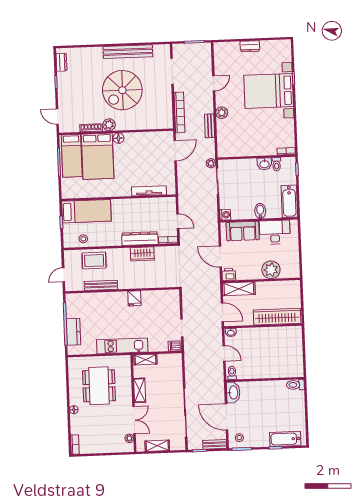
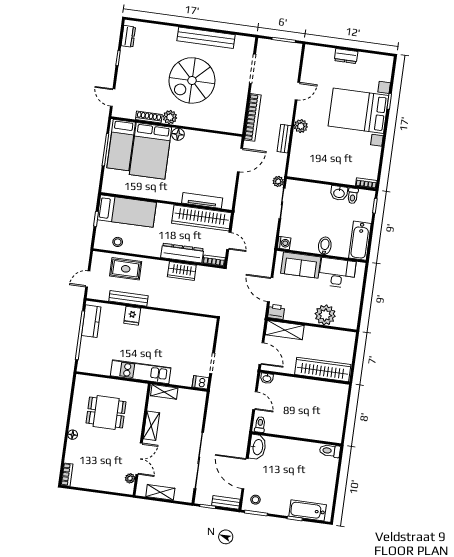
wardrobe: (151, 206) -> (202, 218), added
fridge: (134, 298) -> (132, 316), moved
kitchen counter: (73, 332) -> (91, 321), moved
dining table: (99, 386) -> (106, 412), width x0.73

